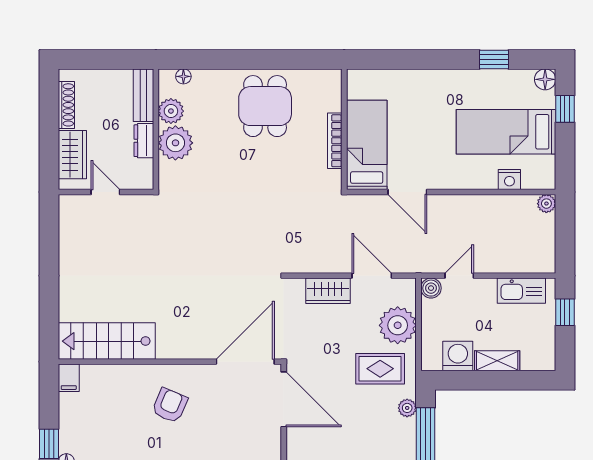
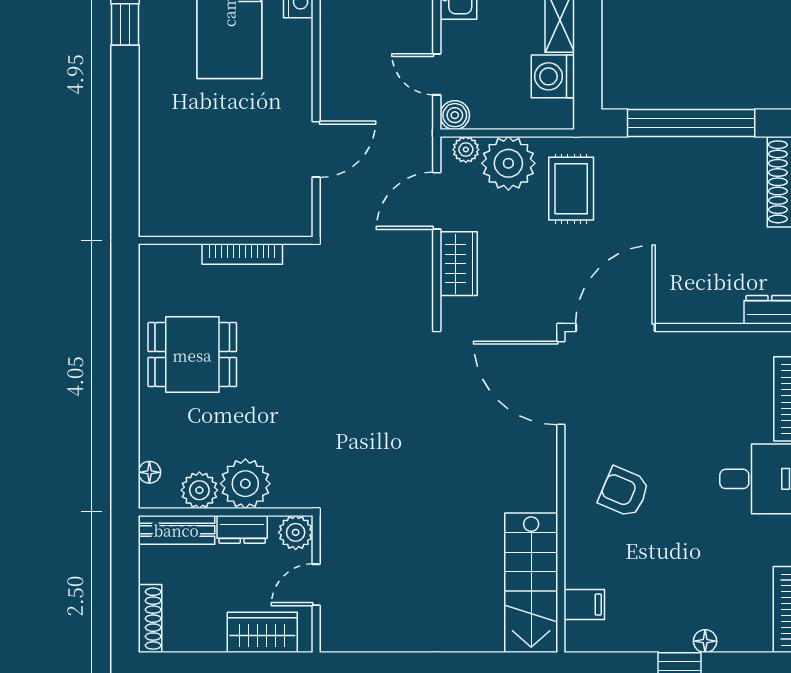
shoe rack: (66, 105) -> (150, 619), moved, turned 90
bed: (367, 145) -> (248, 208), removed
plant: (142, 178) -> (296, 532), added
filing cabinet: (69, 378) -> (584, 605), moved
plant: (407, 408) -> (466, 150), moved

